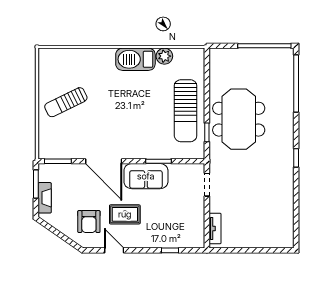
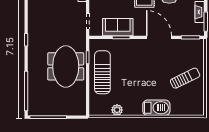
barbecue: (135, 59) -> (156, 108), moved
sofa: (146, 176) -> (118, 27), moved

